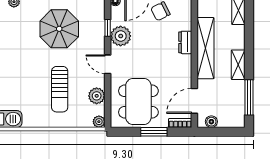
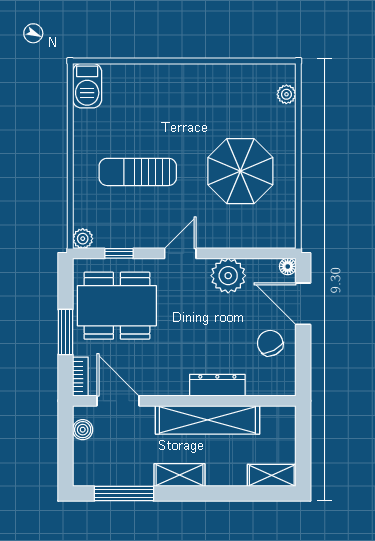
window: (108, 28) -> (119, 253), moved
dresser: (185, 42) -> (217, 385), width x1.44
plant: (97, 96) -> (127, 235), removed

